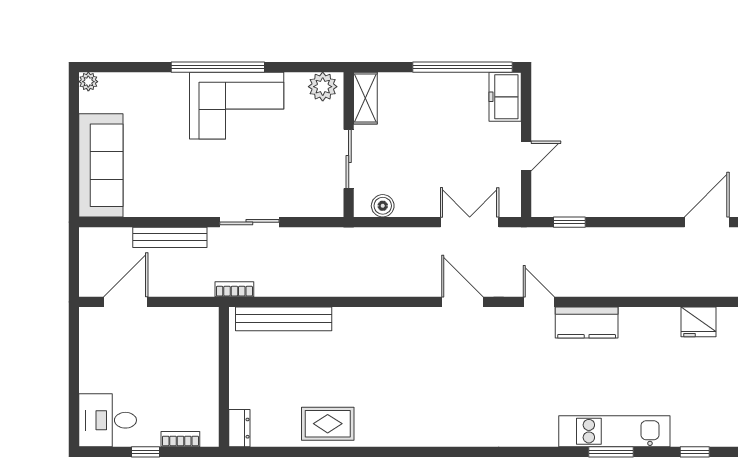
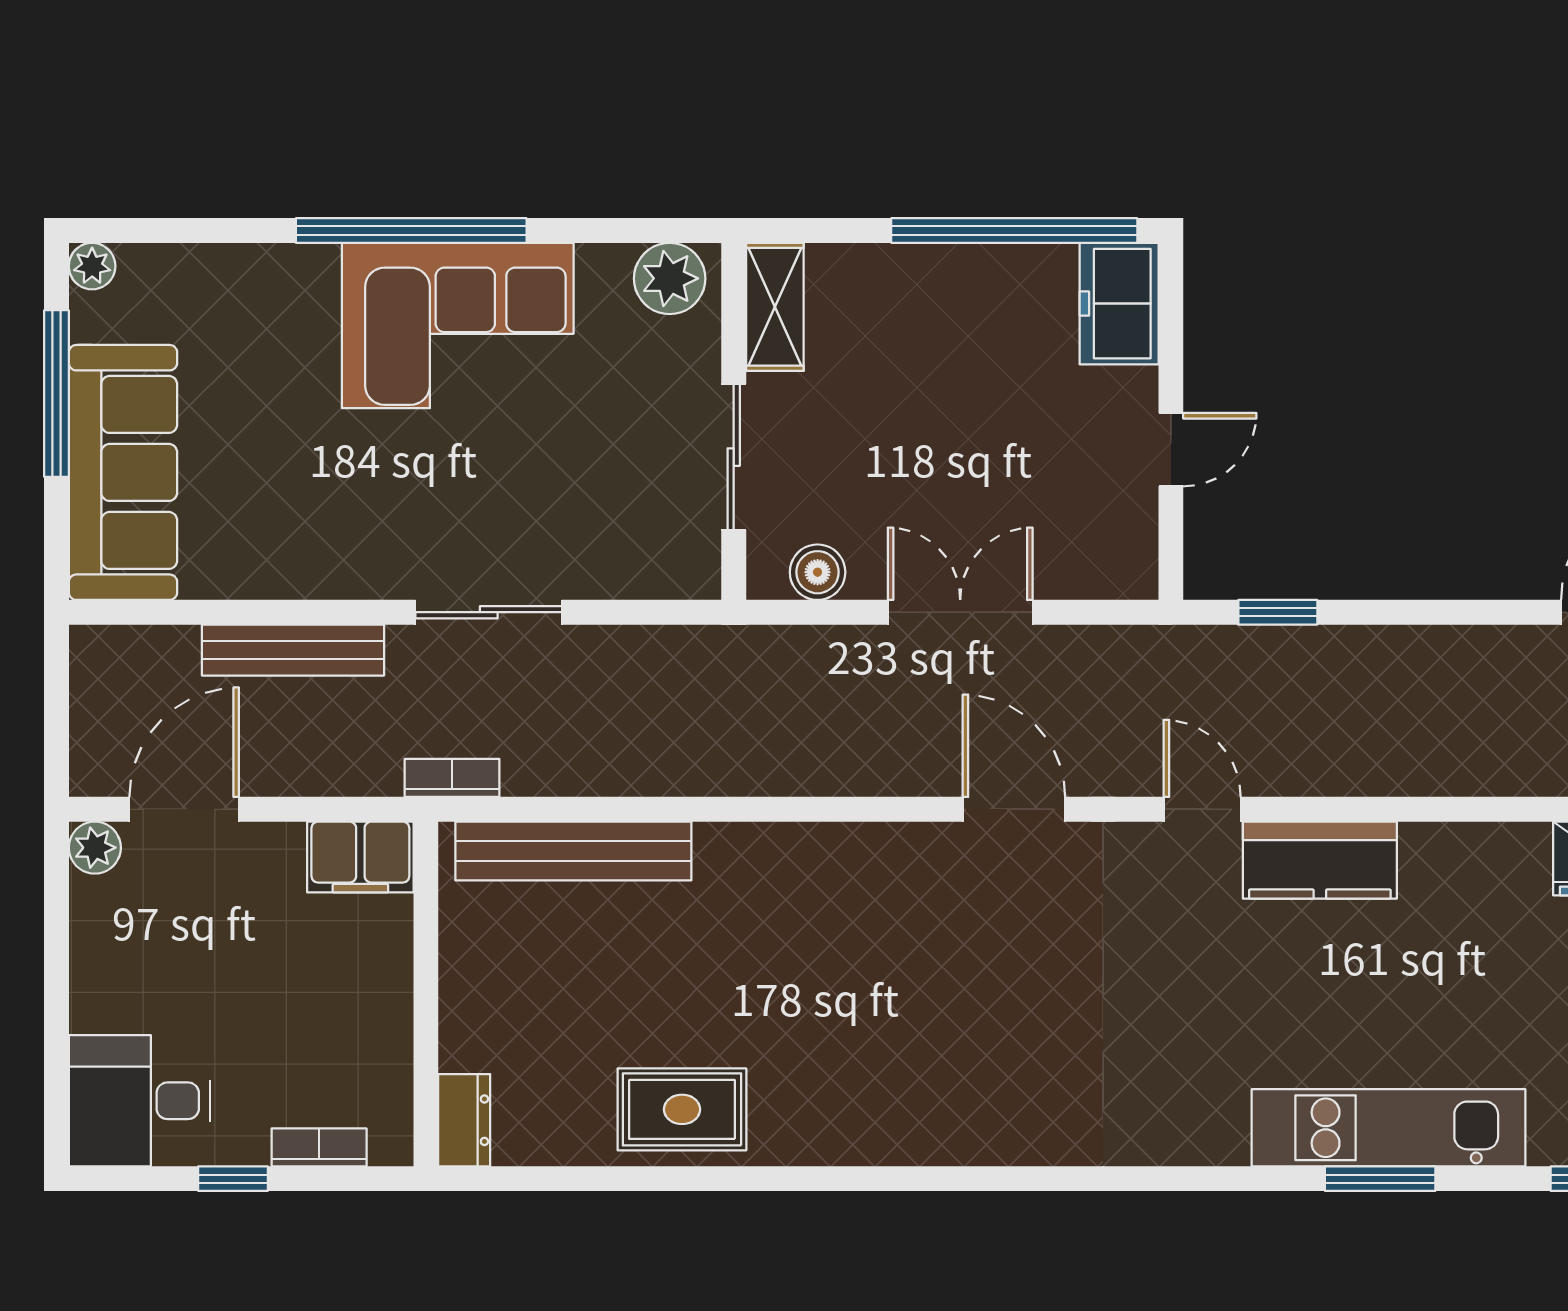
window: (74, 133) -> (56, 394), added
double door: (470, 222) -> (960, 612), moved
plant: (89, 318) -> (95, 848), added
filing cabinet: (197, 321) -> (360, 857), added

